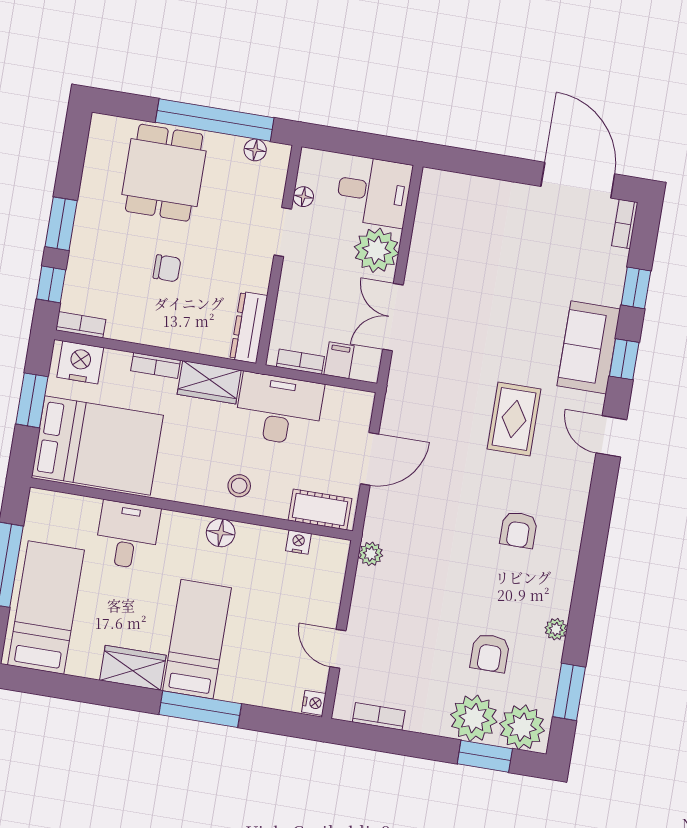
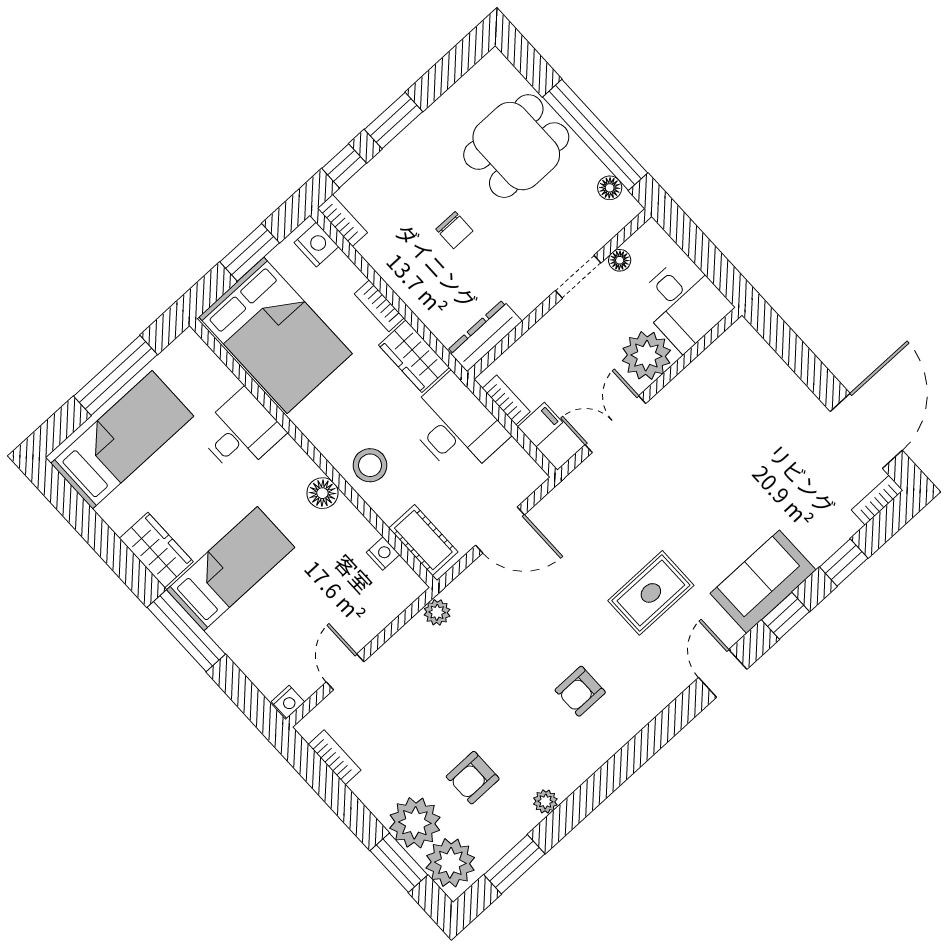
nightstand: (80, 362) -> (316, 245), width x0.74, depth x0.75
stool: (239, 486) -> (370, 465), width x1.37, depth x1.37

